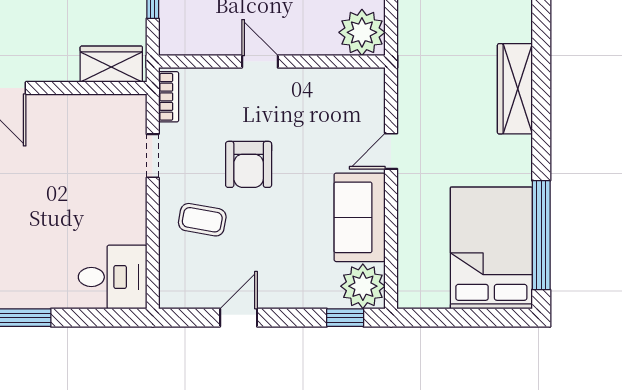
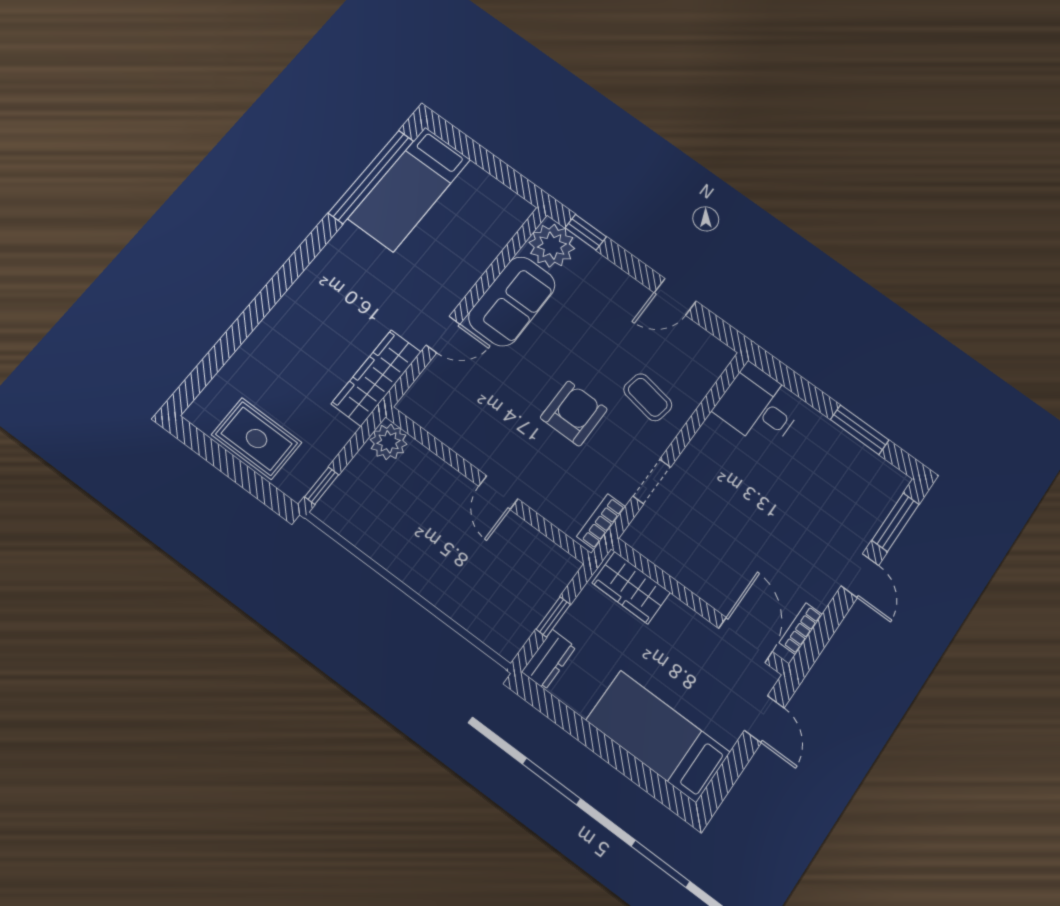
plant: (362, 32) -> (389, 442), width x0.73, depth x0.73
wardrobe: (515, 89) -> (376, 378), moved, turned 180
bed: (491, 248) -> (409, 189), width x0.67

